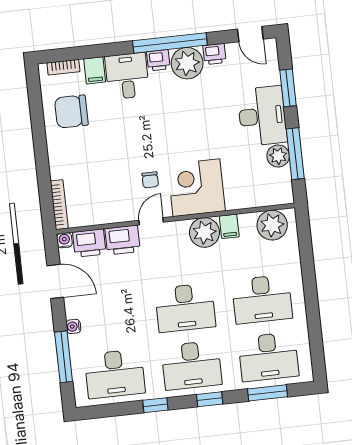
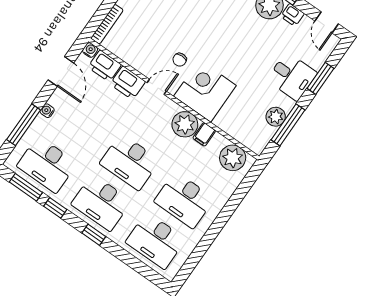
desk: (262, 116) -> (292, 76), width x0.73
window: (268, 393) -> (26, 187), moved

